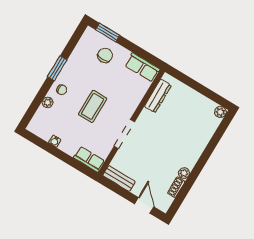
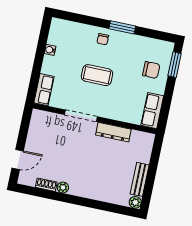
dresser: (158, 96) -> (113, 132), moved
plant: (48, 102) -> (86, 30), removed
bench: (119, 178) -> (140, 179), moved

